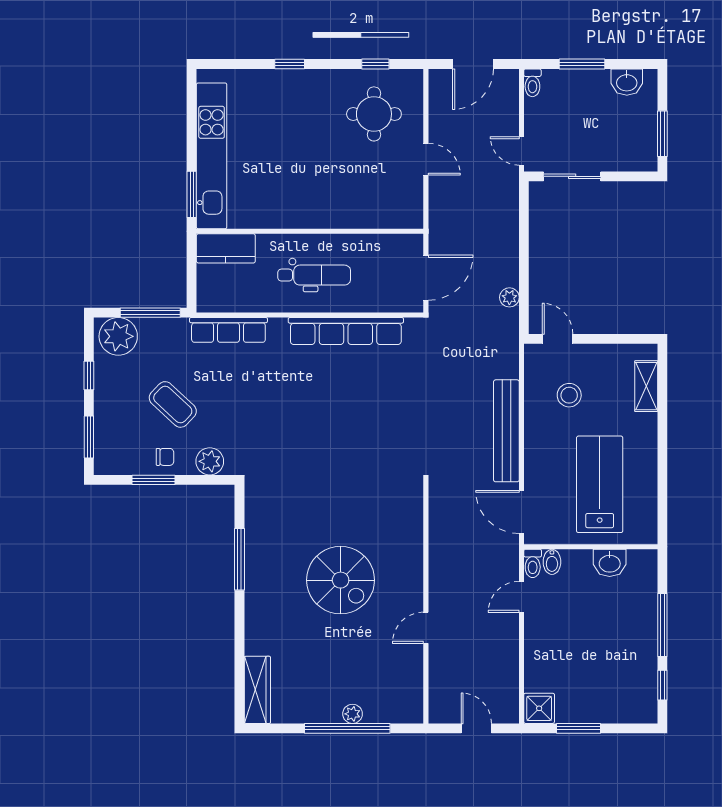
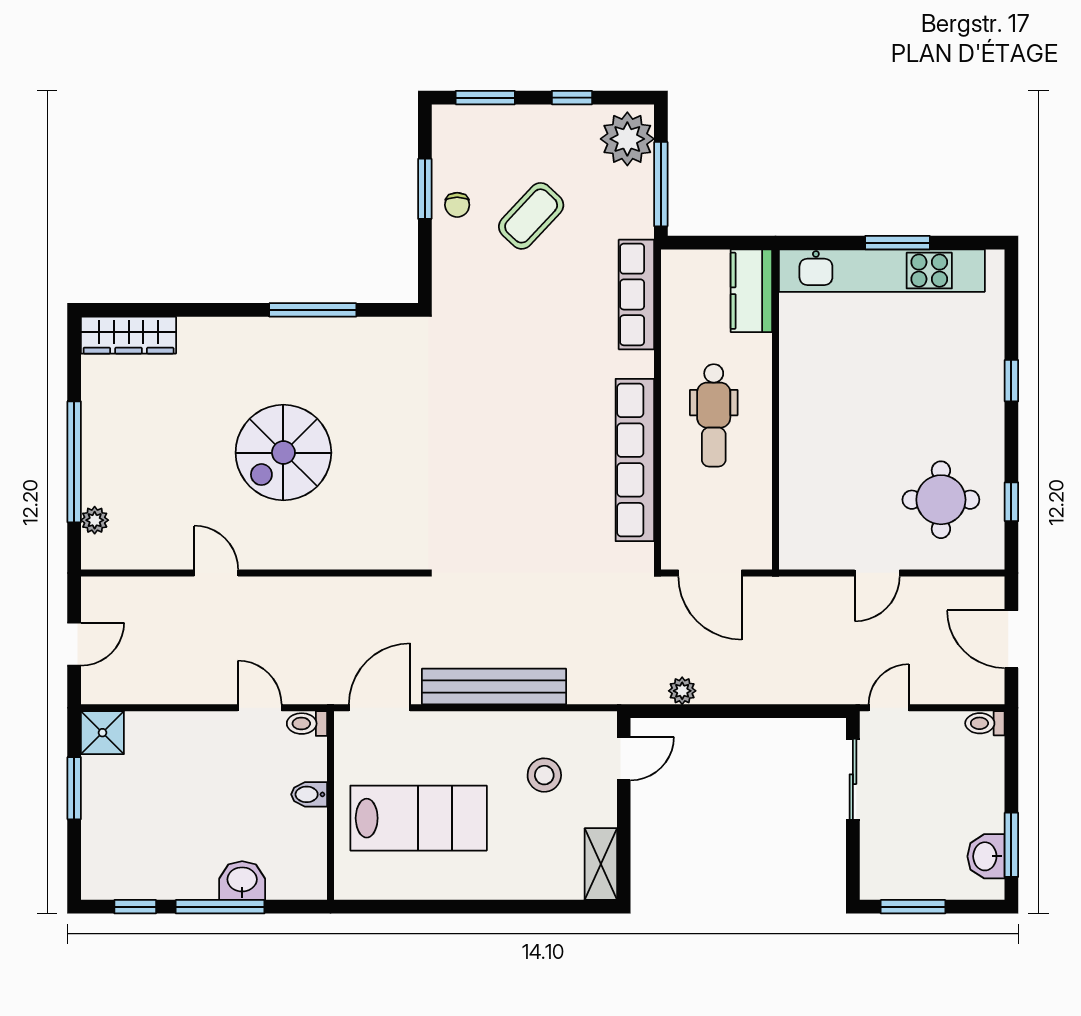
window: (582, 64) -> (1011, 845), moved
window: (192, 194) -> (897, 243), moved
shelving: (646, 386) -> (601, 864), moved, turned 90
plant: (210, 461) -> (451, 268), removed
bidet: (552, 562) -> (309, 794), moved
washbasin: (610, 563) -> (242, 881), moved, turned 90
plant: (353, 714) -> (95, 520), moved

